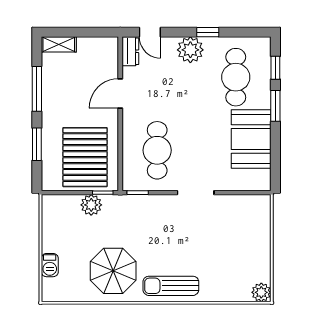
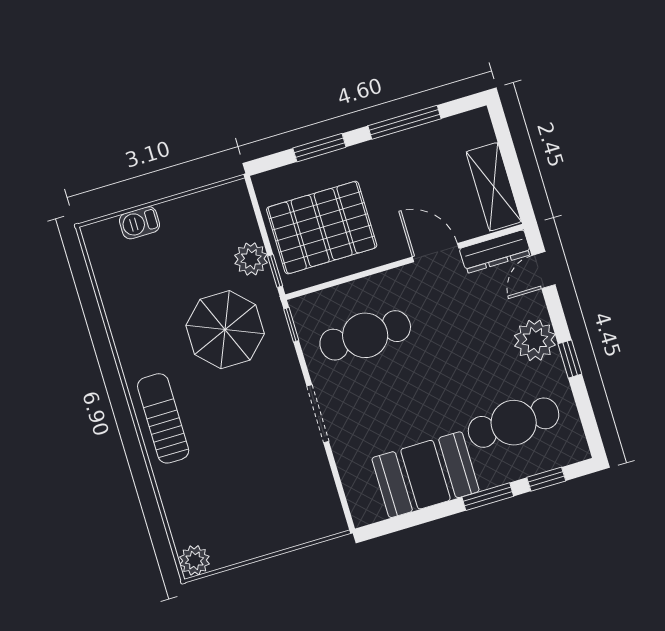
shelving: (59, 44) -> (494, 187), moved, width x1.50, depth x1.33
dresser: (130, 51) -> (495, 252), width x1.44
parasol: (113, 271) -> (225, 330), moved

